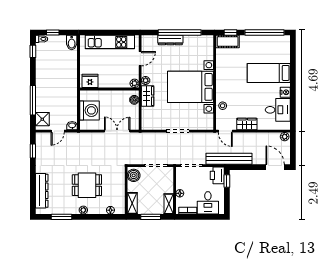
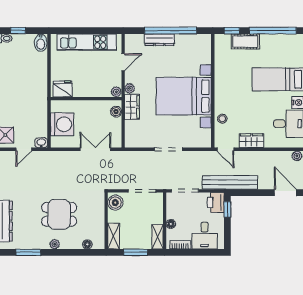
cot: (228, 41) -> (245, 41), moved

